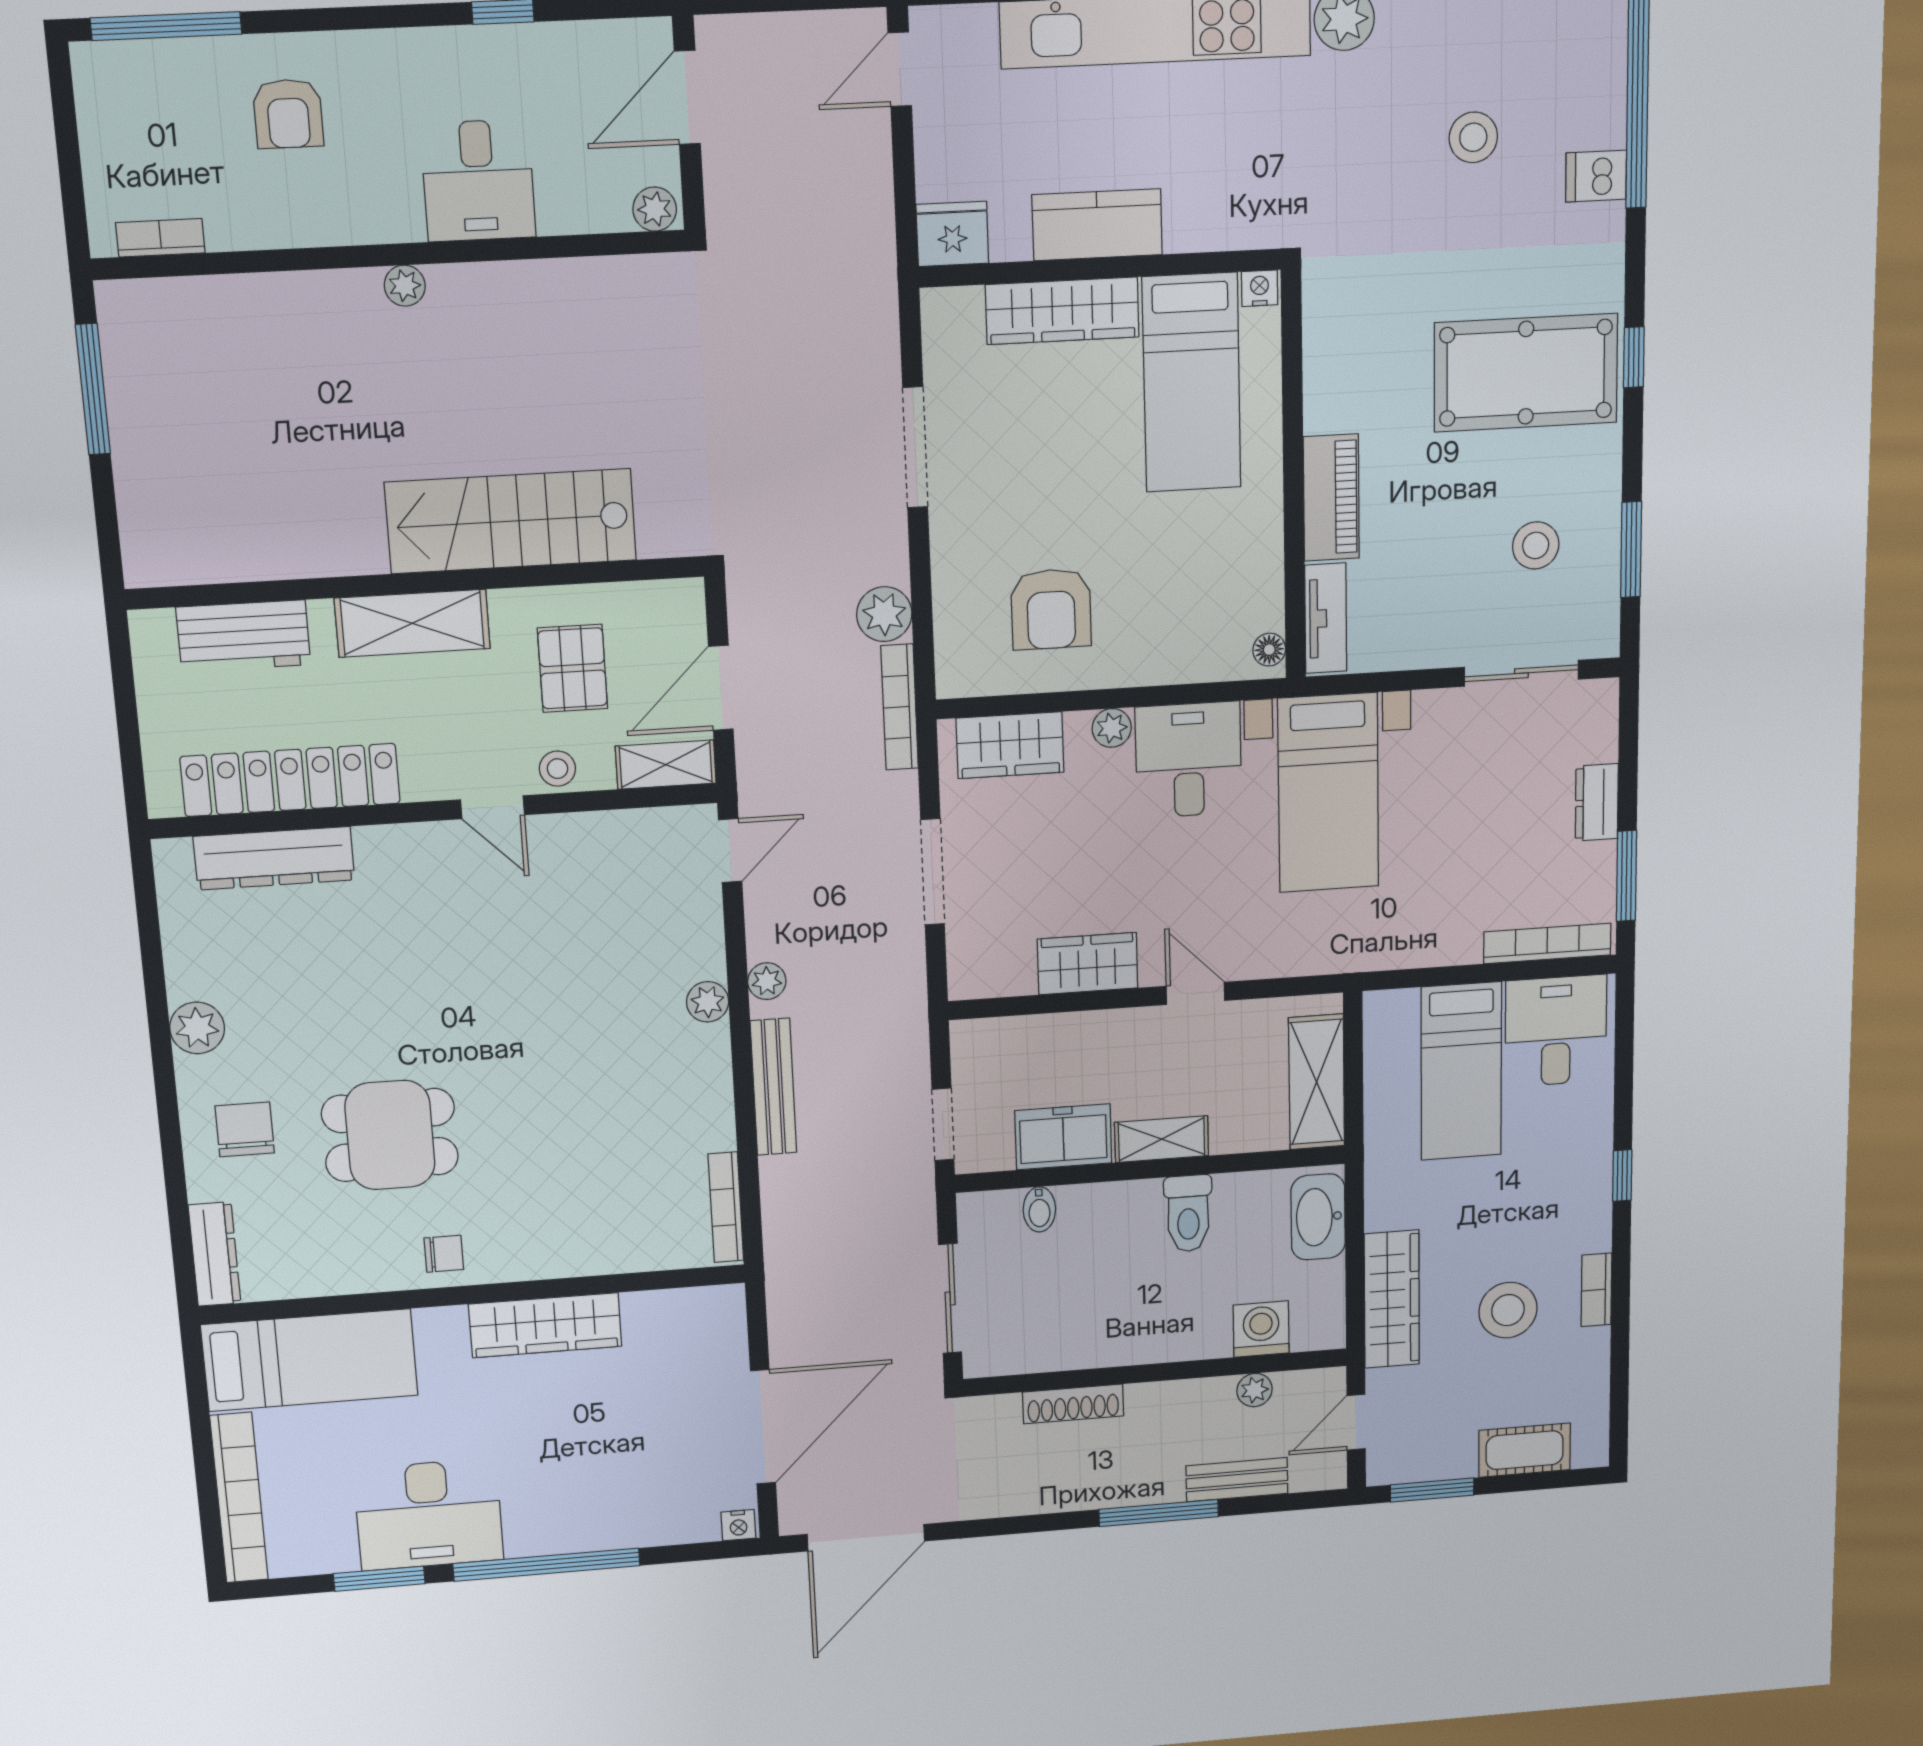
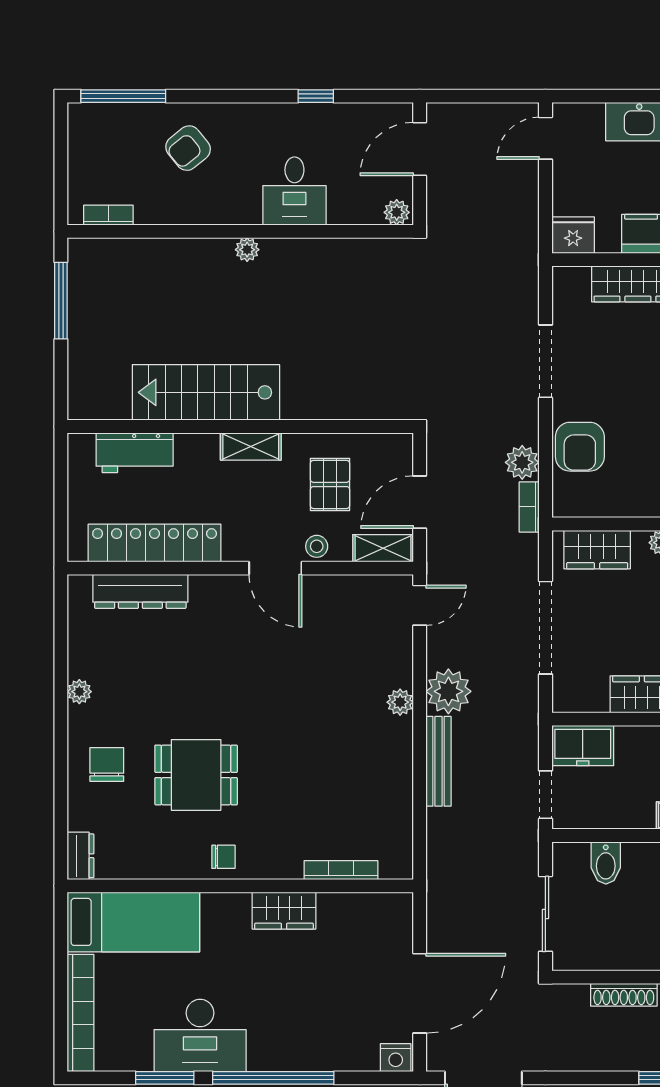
armchair: (288, 114) -> (188, 148), turned 51
stairs: (511, 521) -> (206, 392), moved
armchair: (1051, 609) -> (580, 447), moved
shelving: (412, 623) -> (251, 446), width x0.67, depth x0.75
bookcase: (900, 707) -> (529, 507), width x0.64
door: (493, 807) -> (275, 568), width x1.38
doorway: (933, 872) -> (545, 628), width x1.36
plant: (767, 981) -> (448, 691), width x1.87, depth x1.87
plant: (197, 1028) -> (79, 692), width x0.73, depth x0.73
freezer: (1063, 1137) -> (583, 746), moved, turned 180
bookcase: (726, 1207) -> (341, 870), moved, turned 90
bidet: (1039, 1209) -> (606, 863), width x1.38, depth x1.36
dresser: (215, 1254) -> (81, 856), width x0.70
wardrobe: (545, 1325) -> (284, 911), width x0.67
nightstand: (738, 1525) -> (396, 1058), width x1.39, depth x1.35

